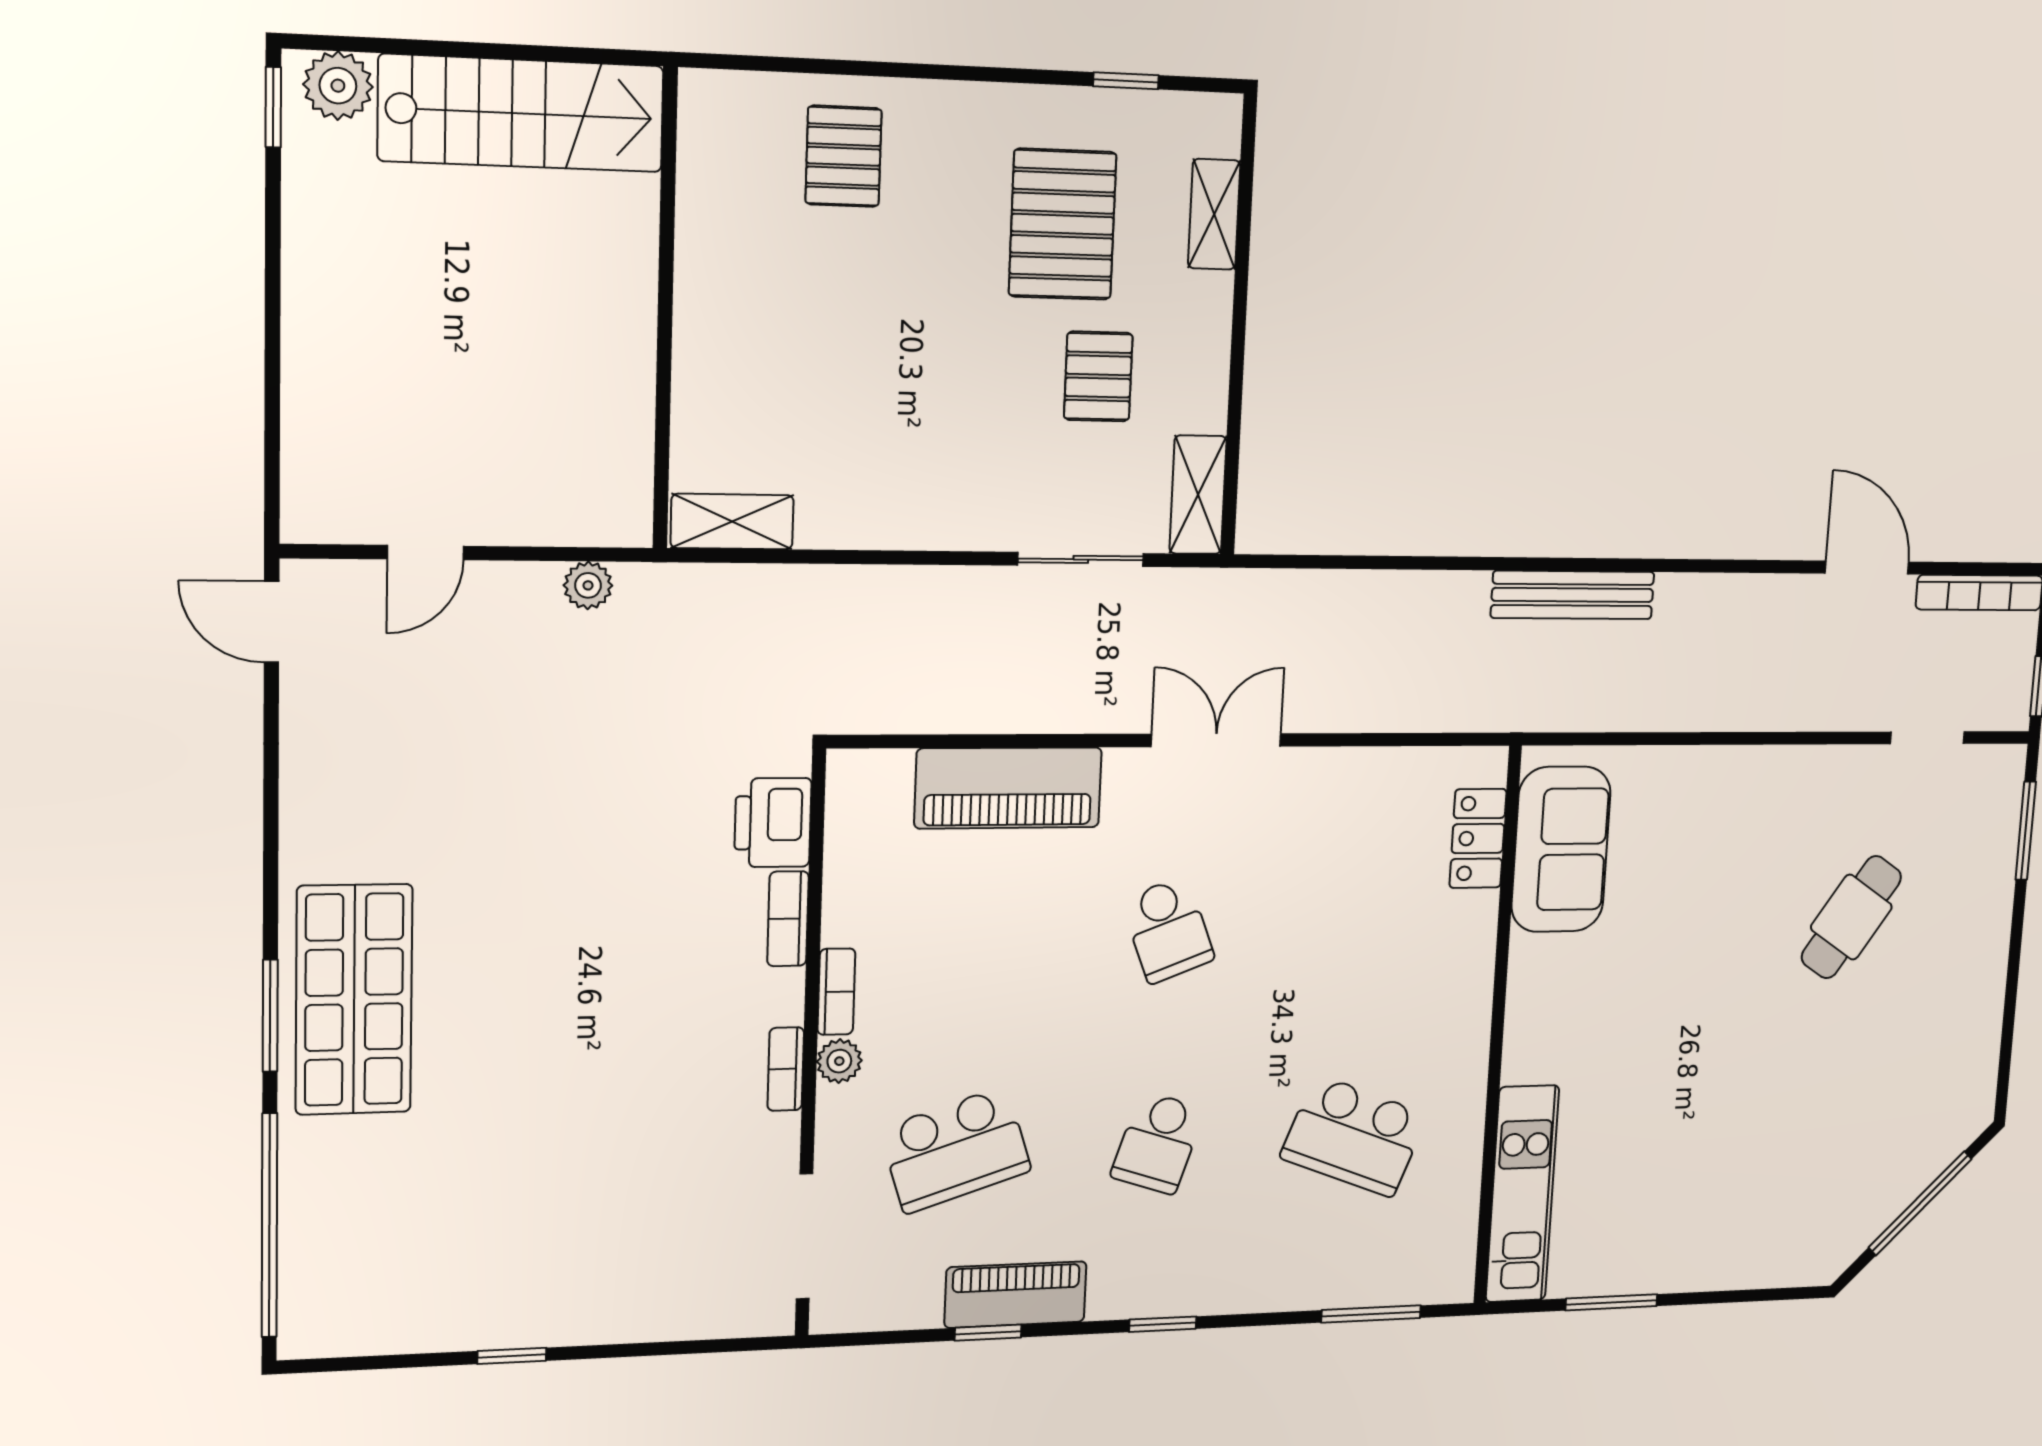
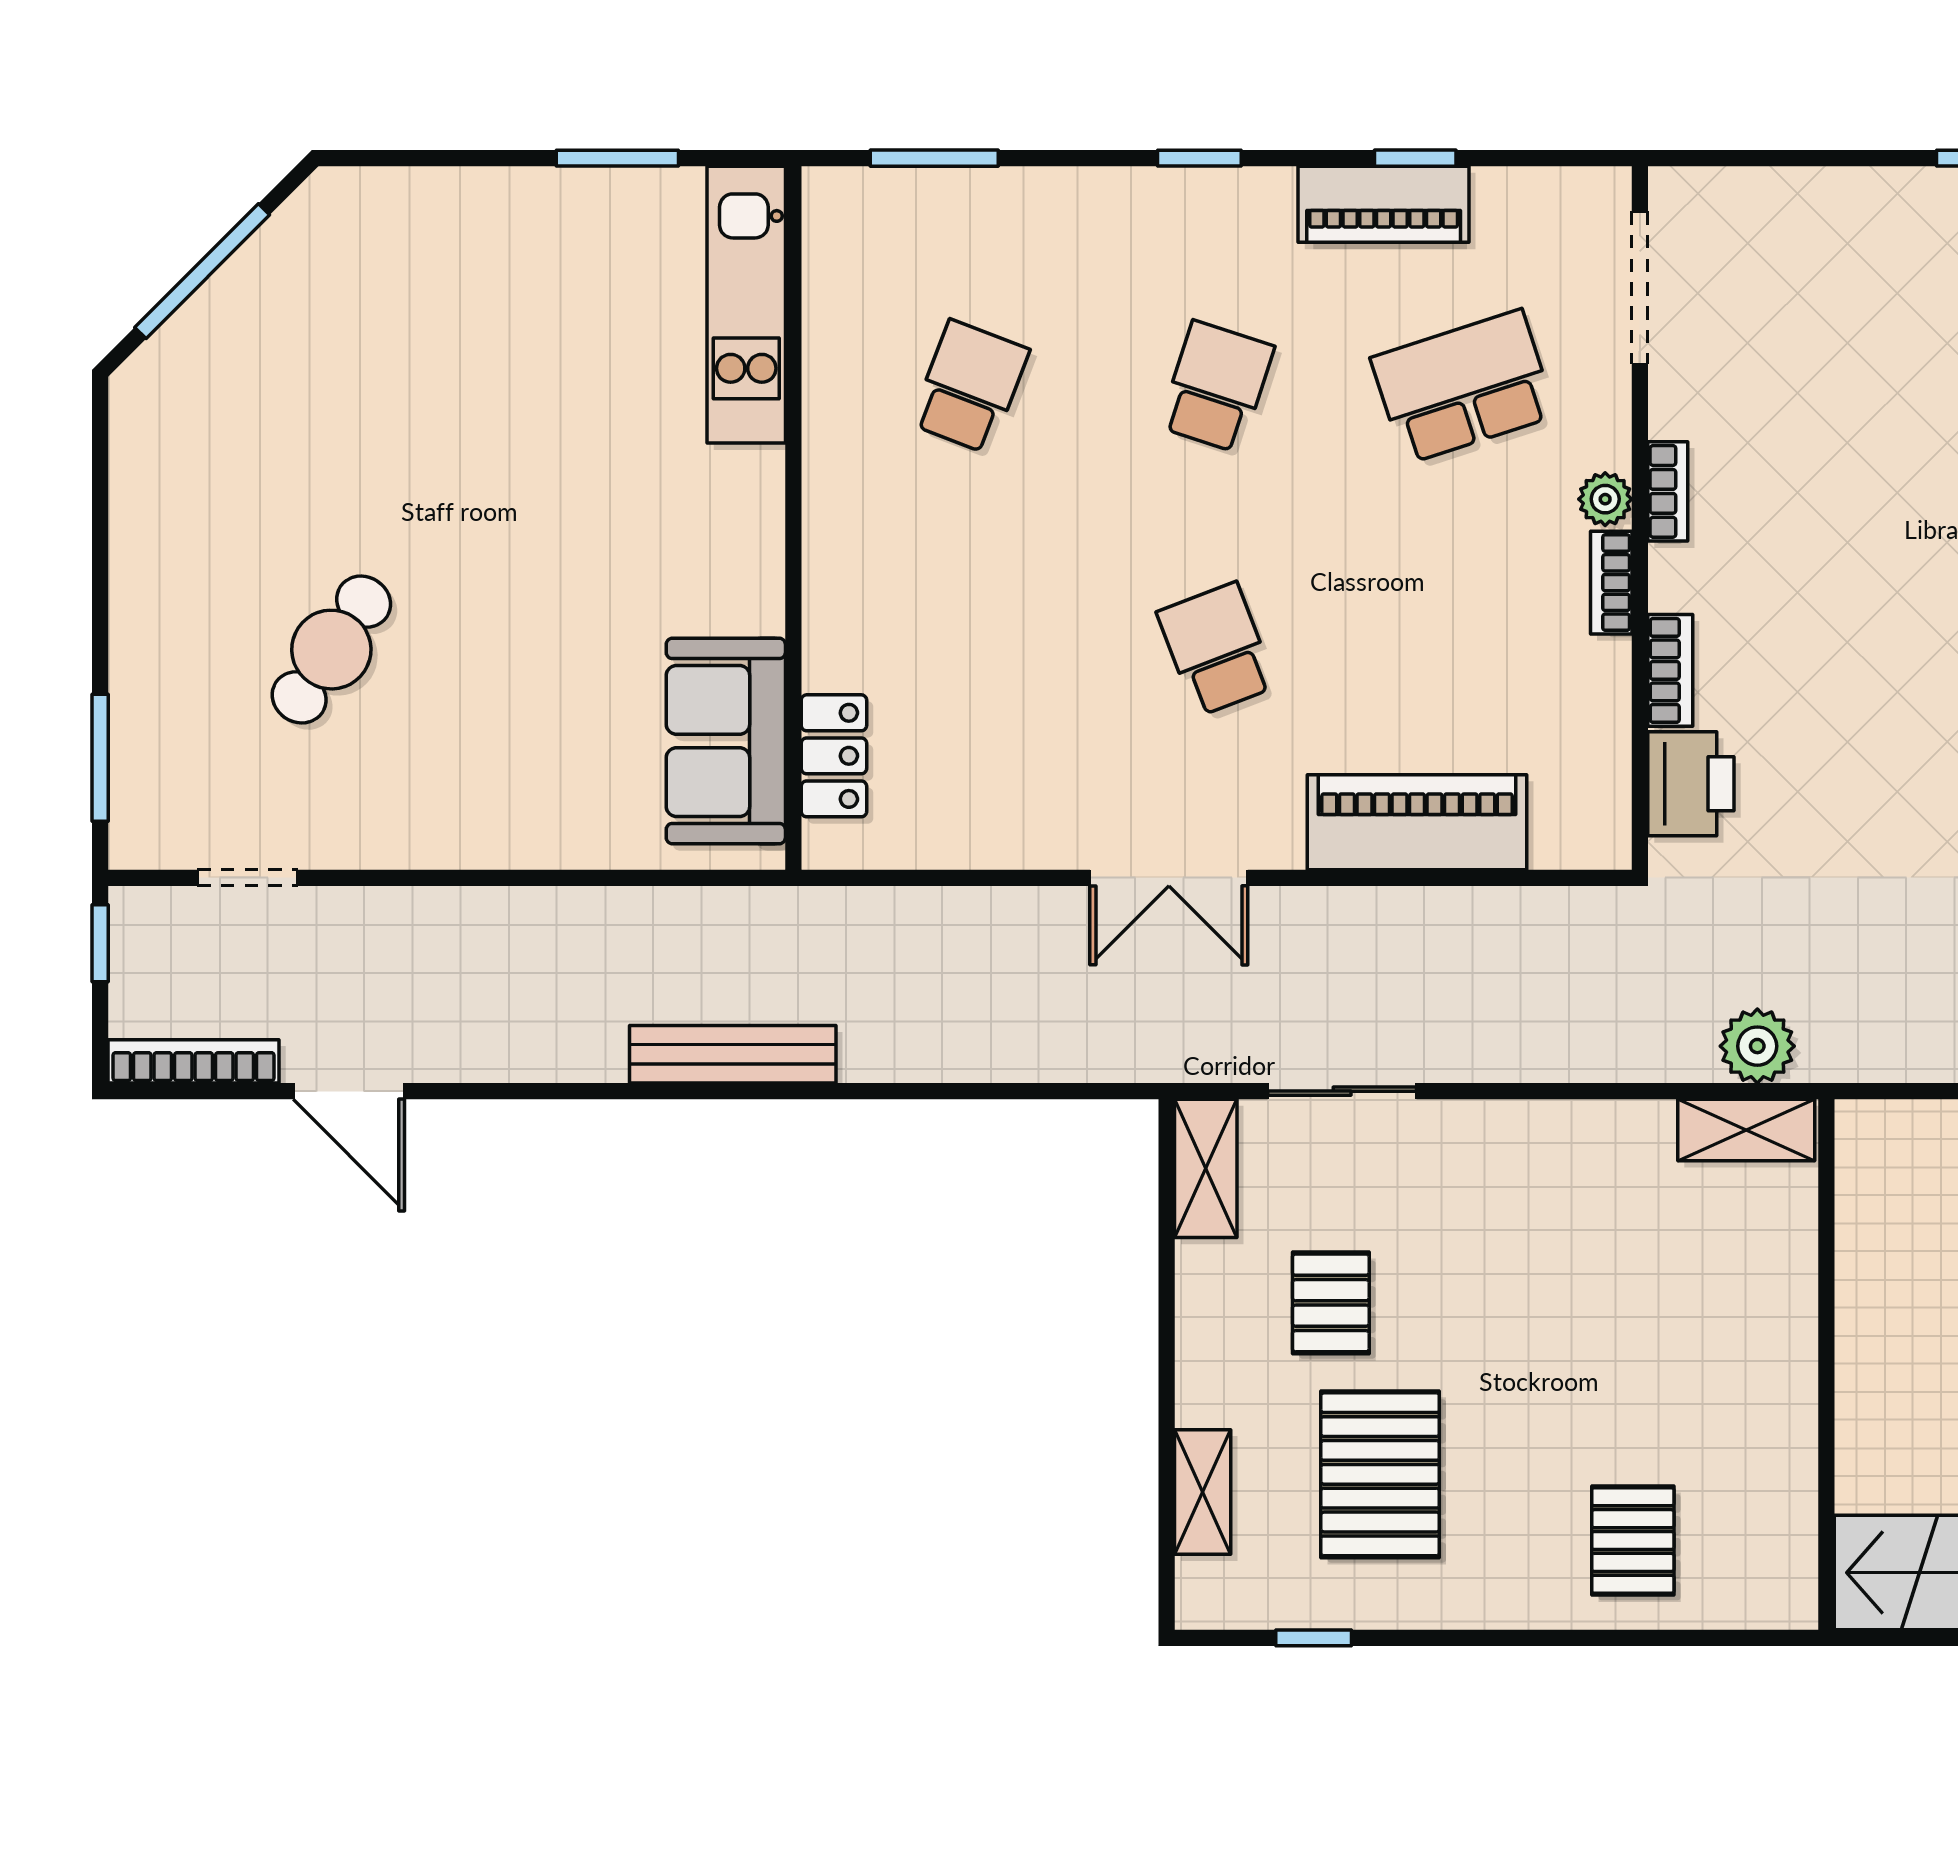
plant: (588, 585) -> (1757, 1046), moved, width x1.38, depth x1.38
school desk: (1354, 1136) -> (970, 387), width x0.54

